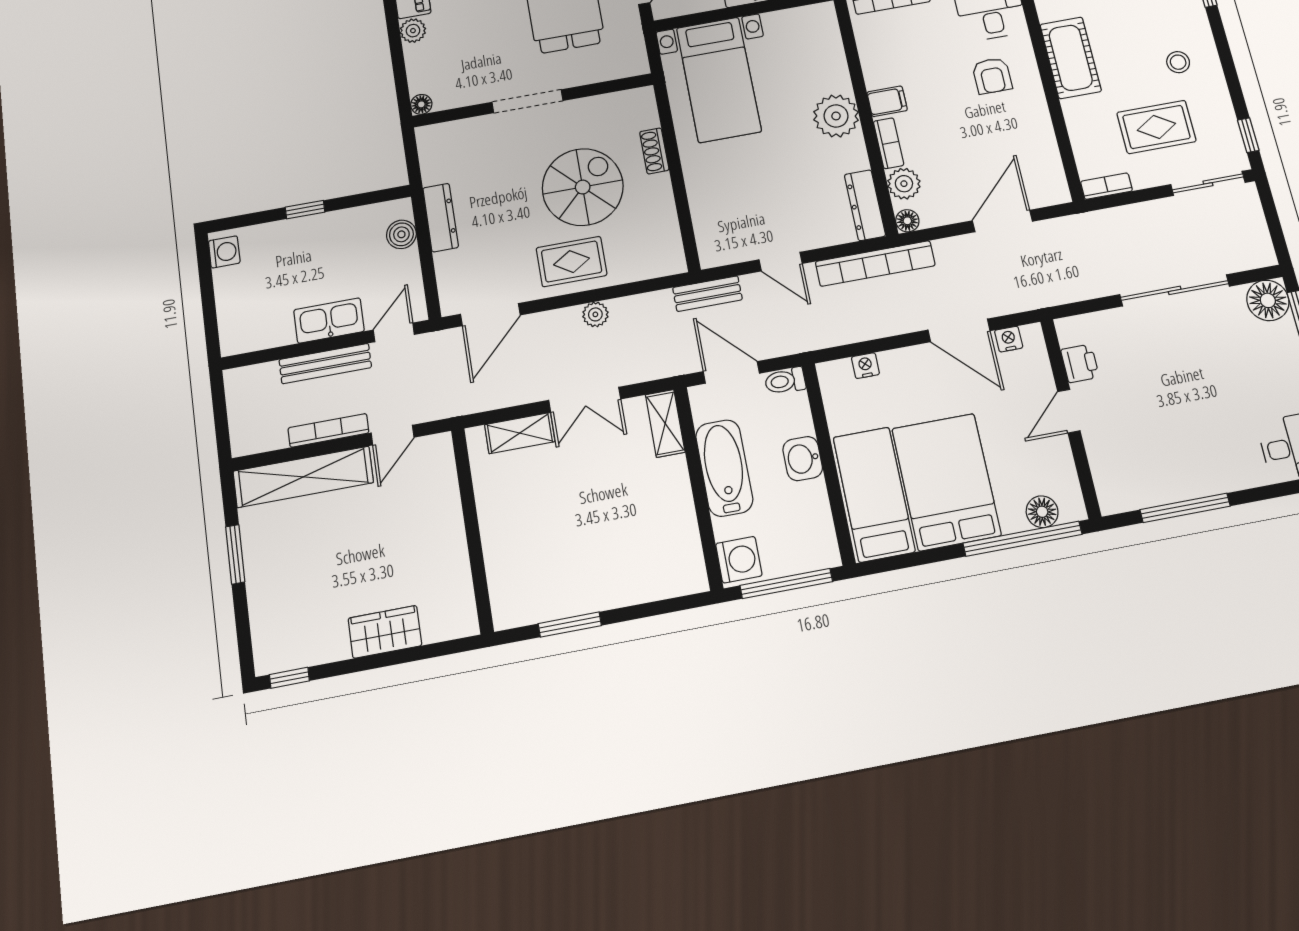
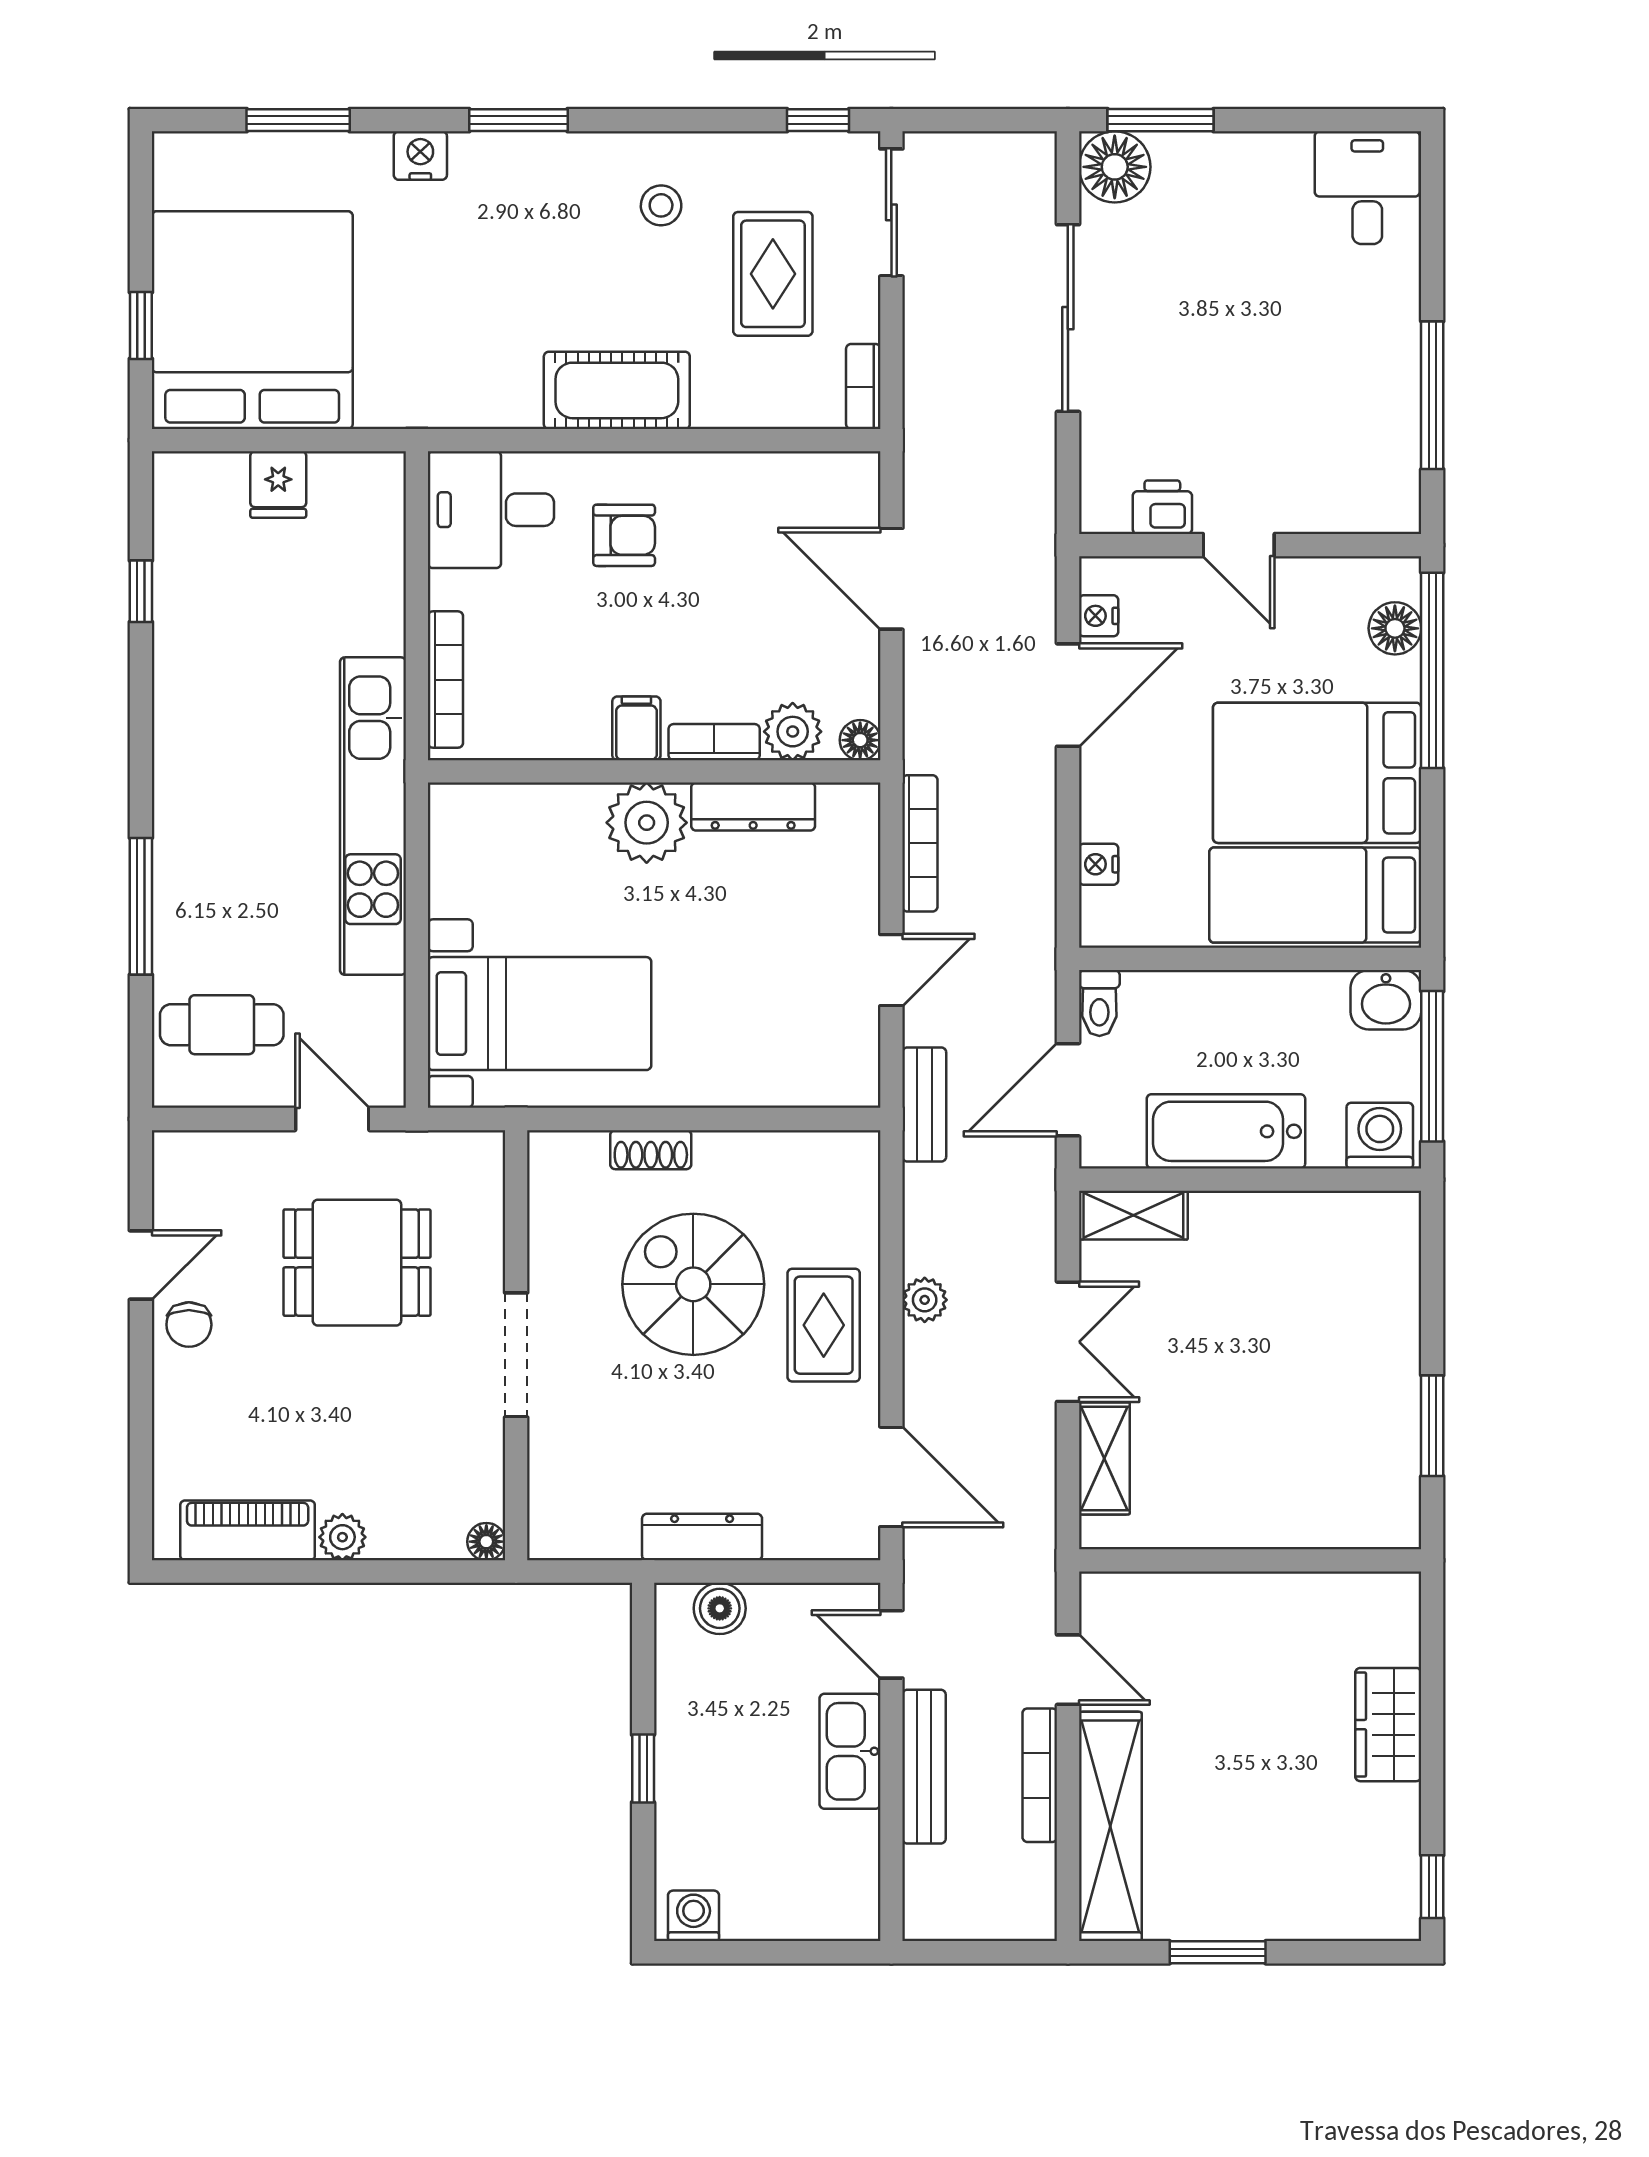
dresser: (865, 205) -> (753, 807), moved
bookcase: (875, 264) -> (920, 843), width x0.68, depth x0.76
washbasin: (803, 459) -> (1386, 1000), moved

